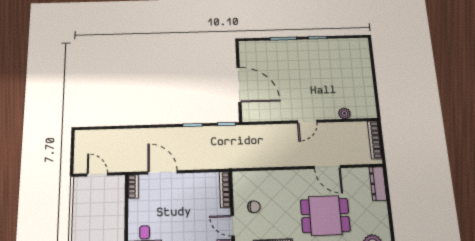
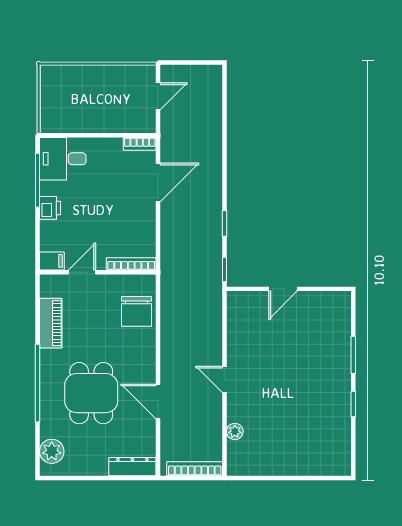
door: (239, 85) -> (283, 289), width x0.53
door: (327, 167) -> (158, 401), hinge flipped
chair: (254, 207) -> (136, 311), moved, width x1.87, depth x1.87

